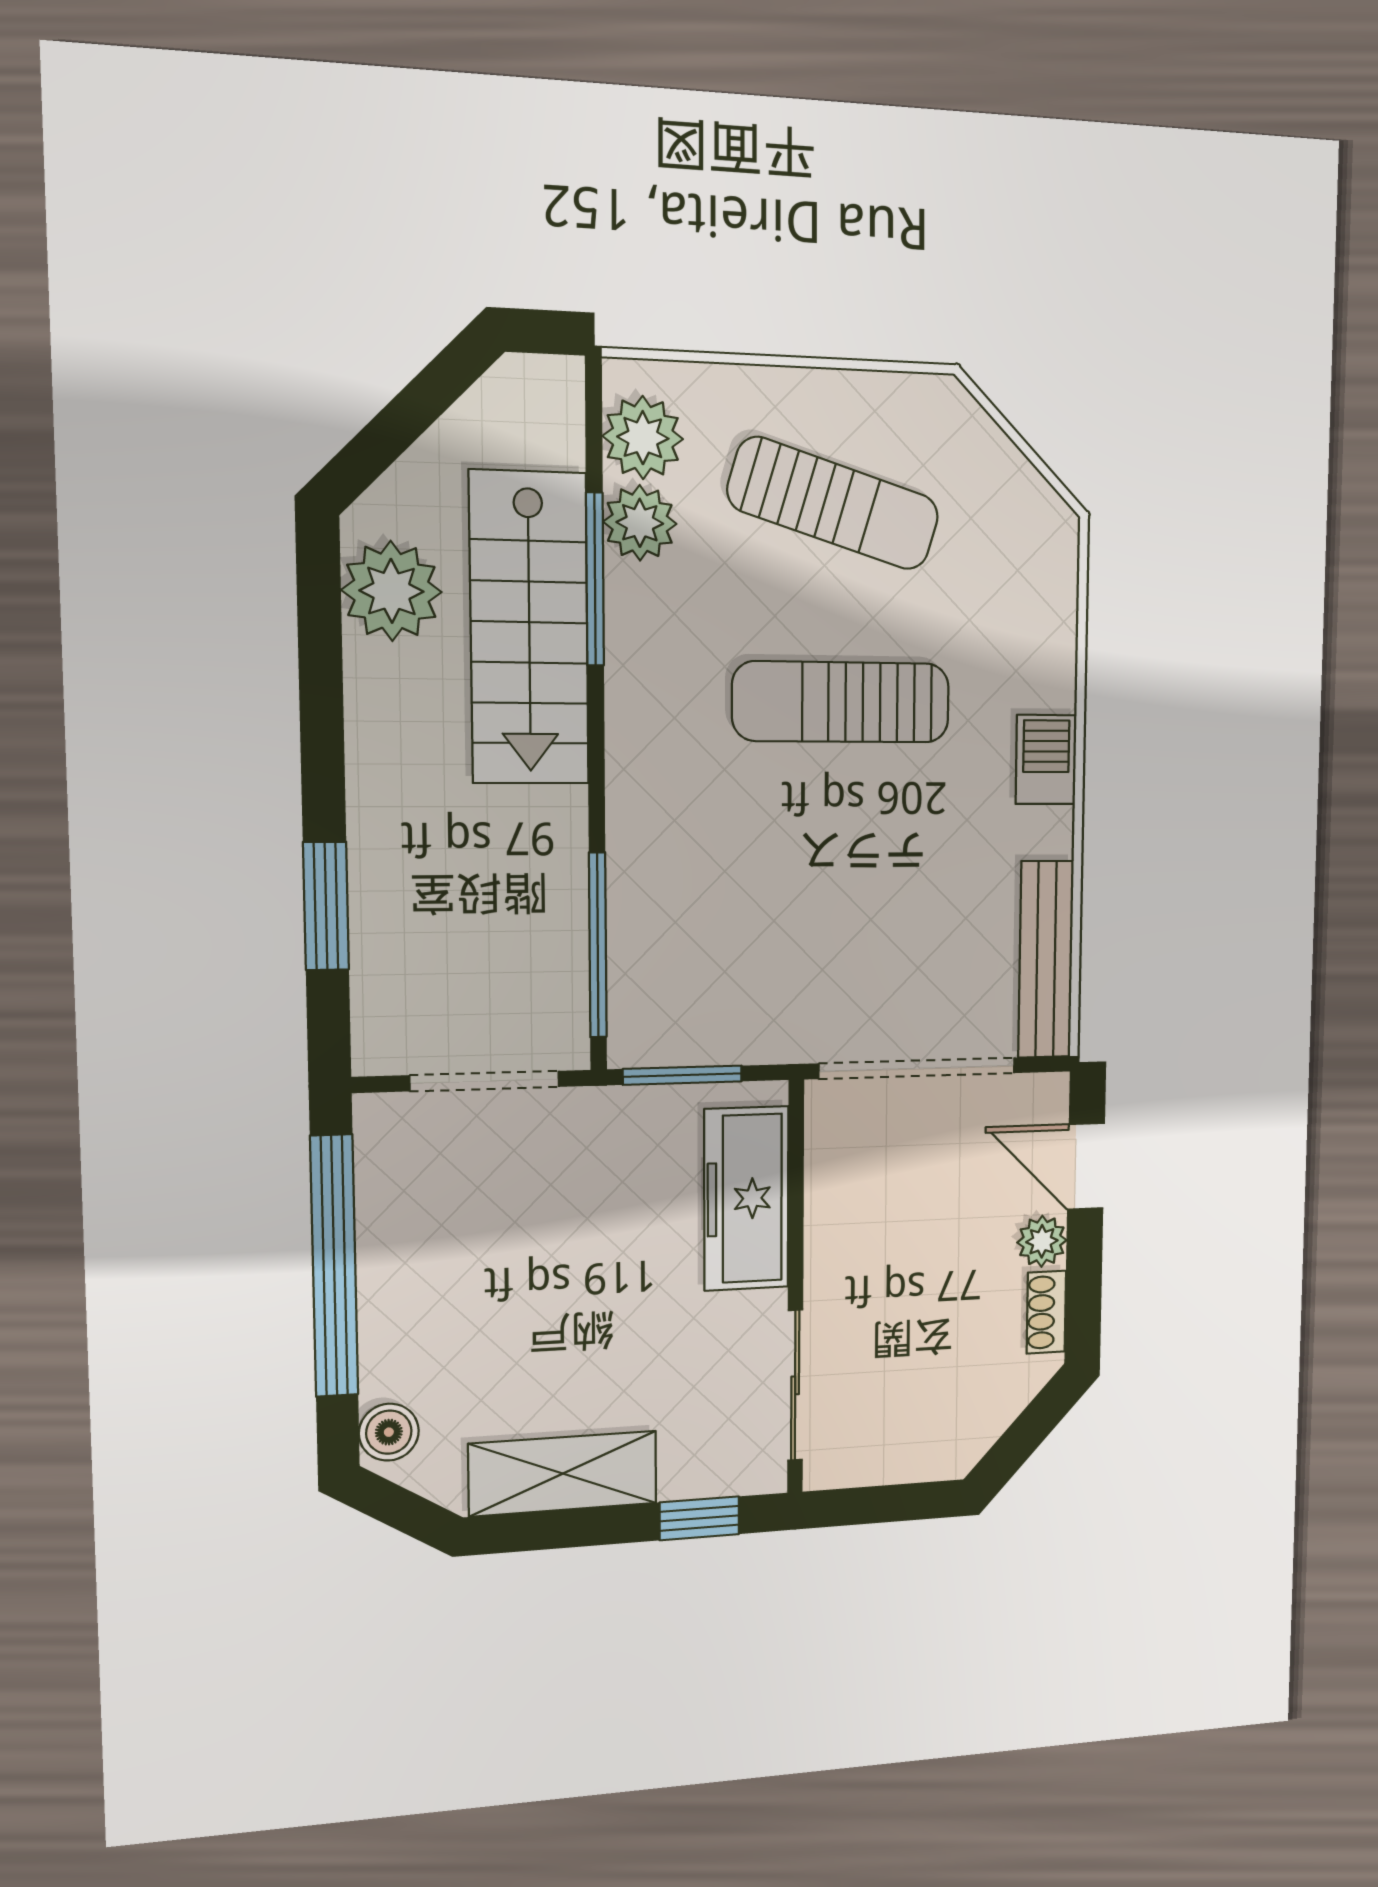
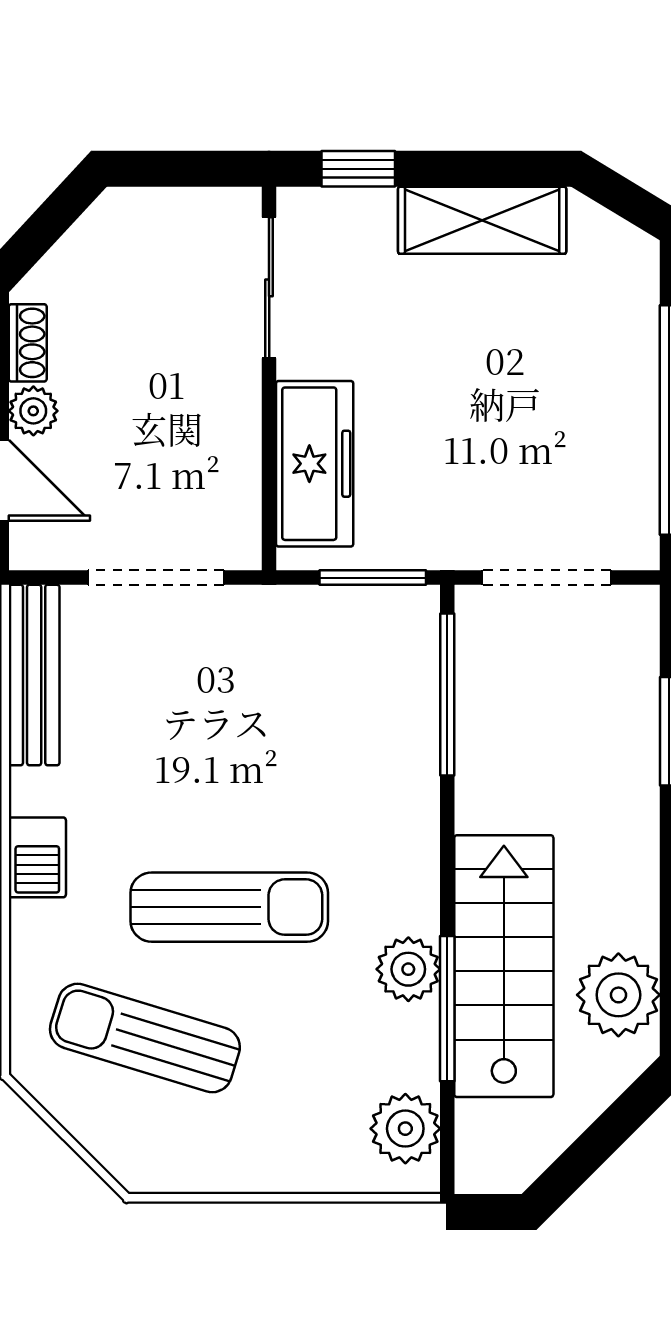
sun lounger: (834, 503) -> (145, 1038), moved
plant: (640, 523) -> (408, 969), moved
doorway: (917, 1068) -> (156, 578), width x0.73
boiler: (389, 1432) -> (634, 269), removed

